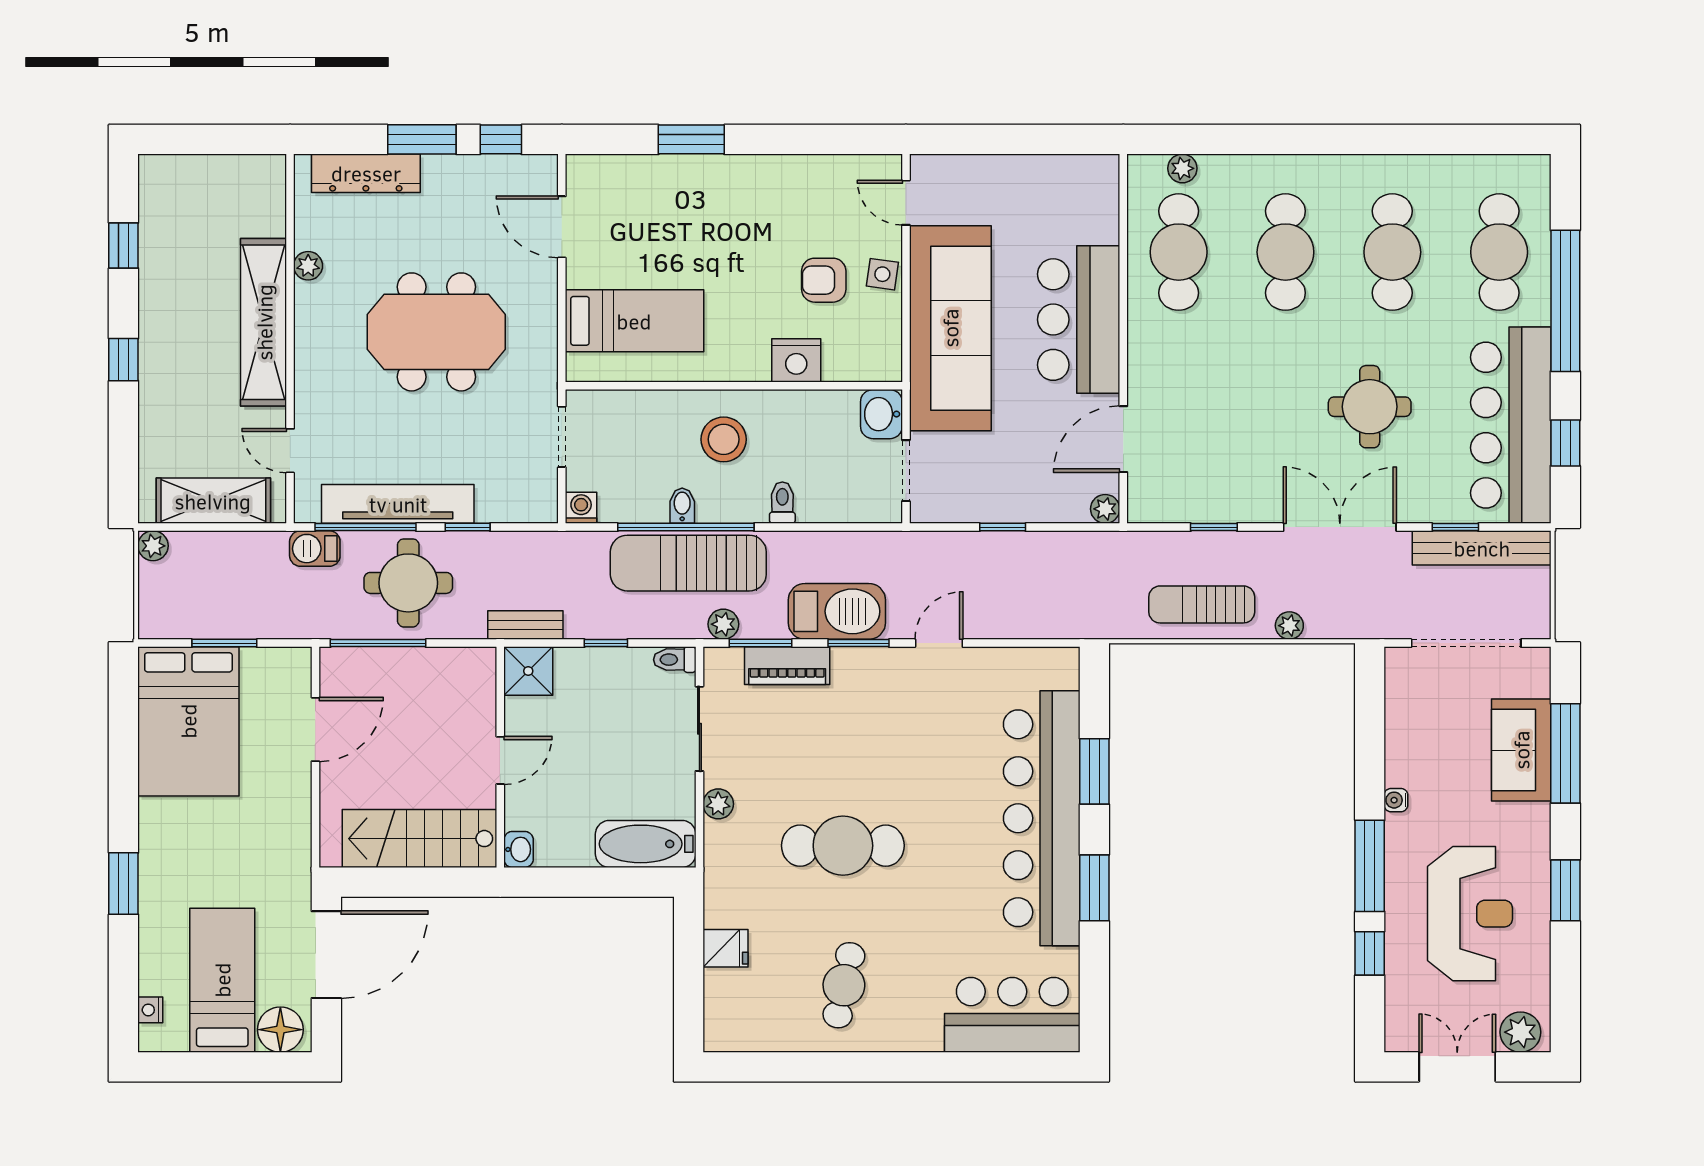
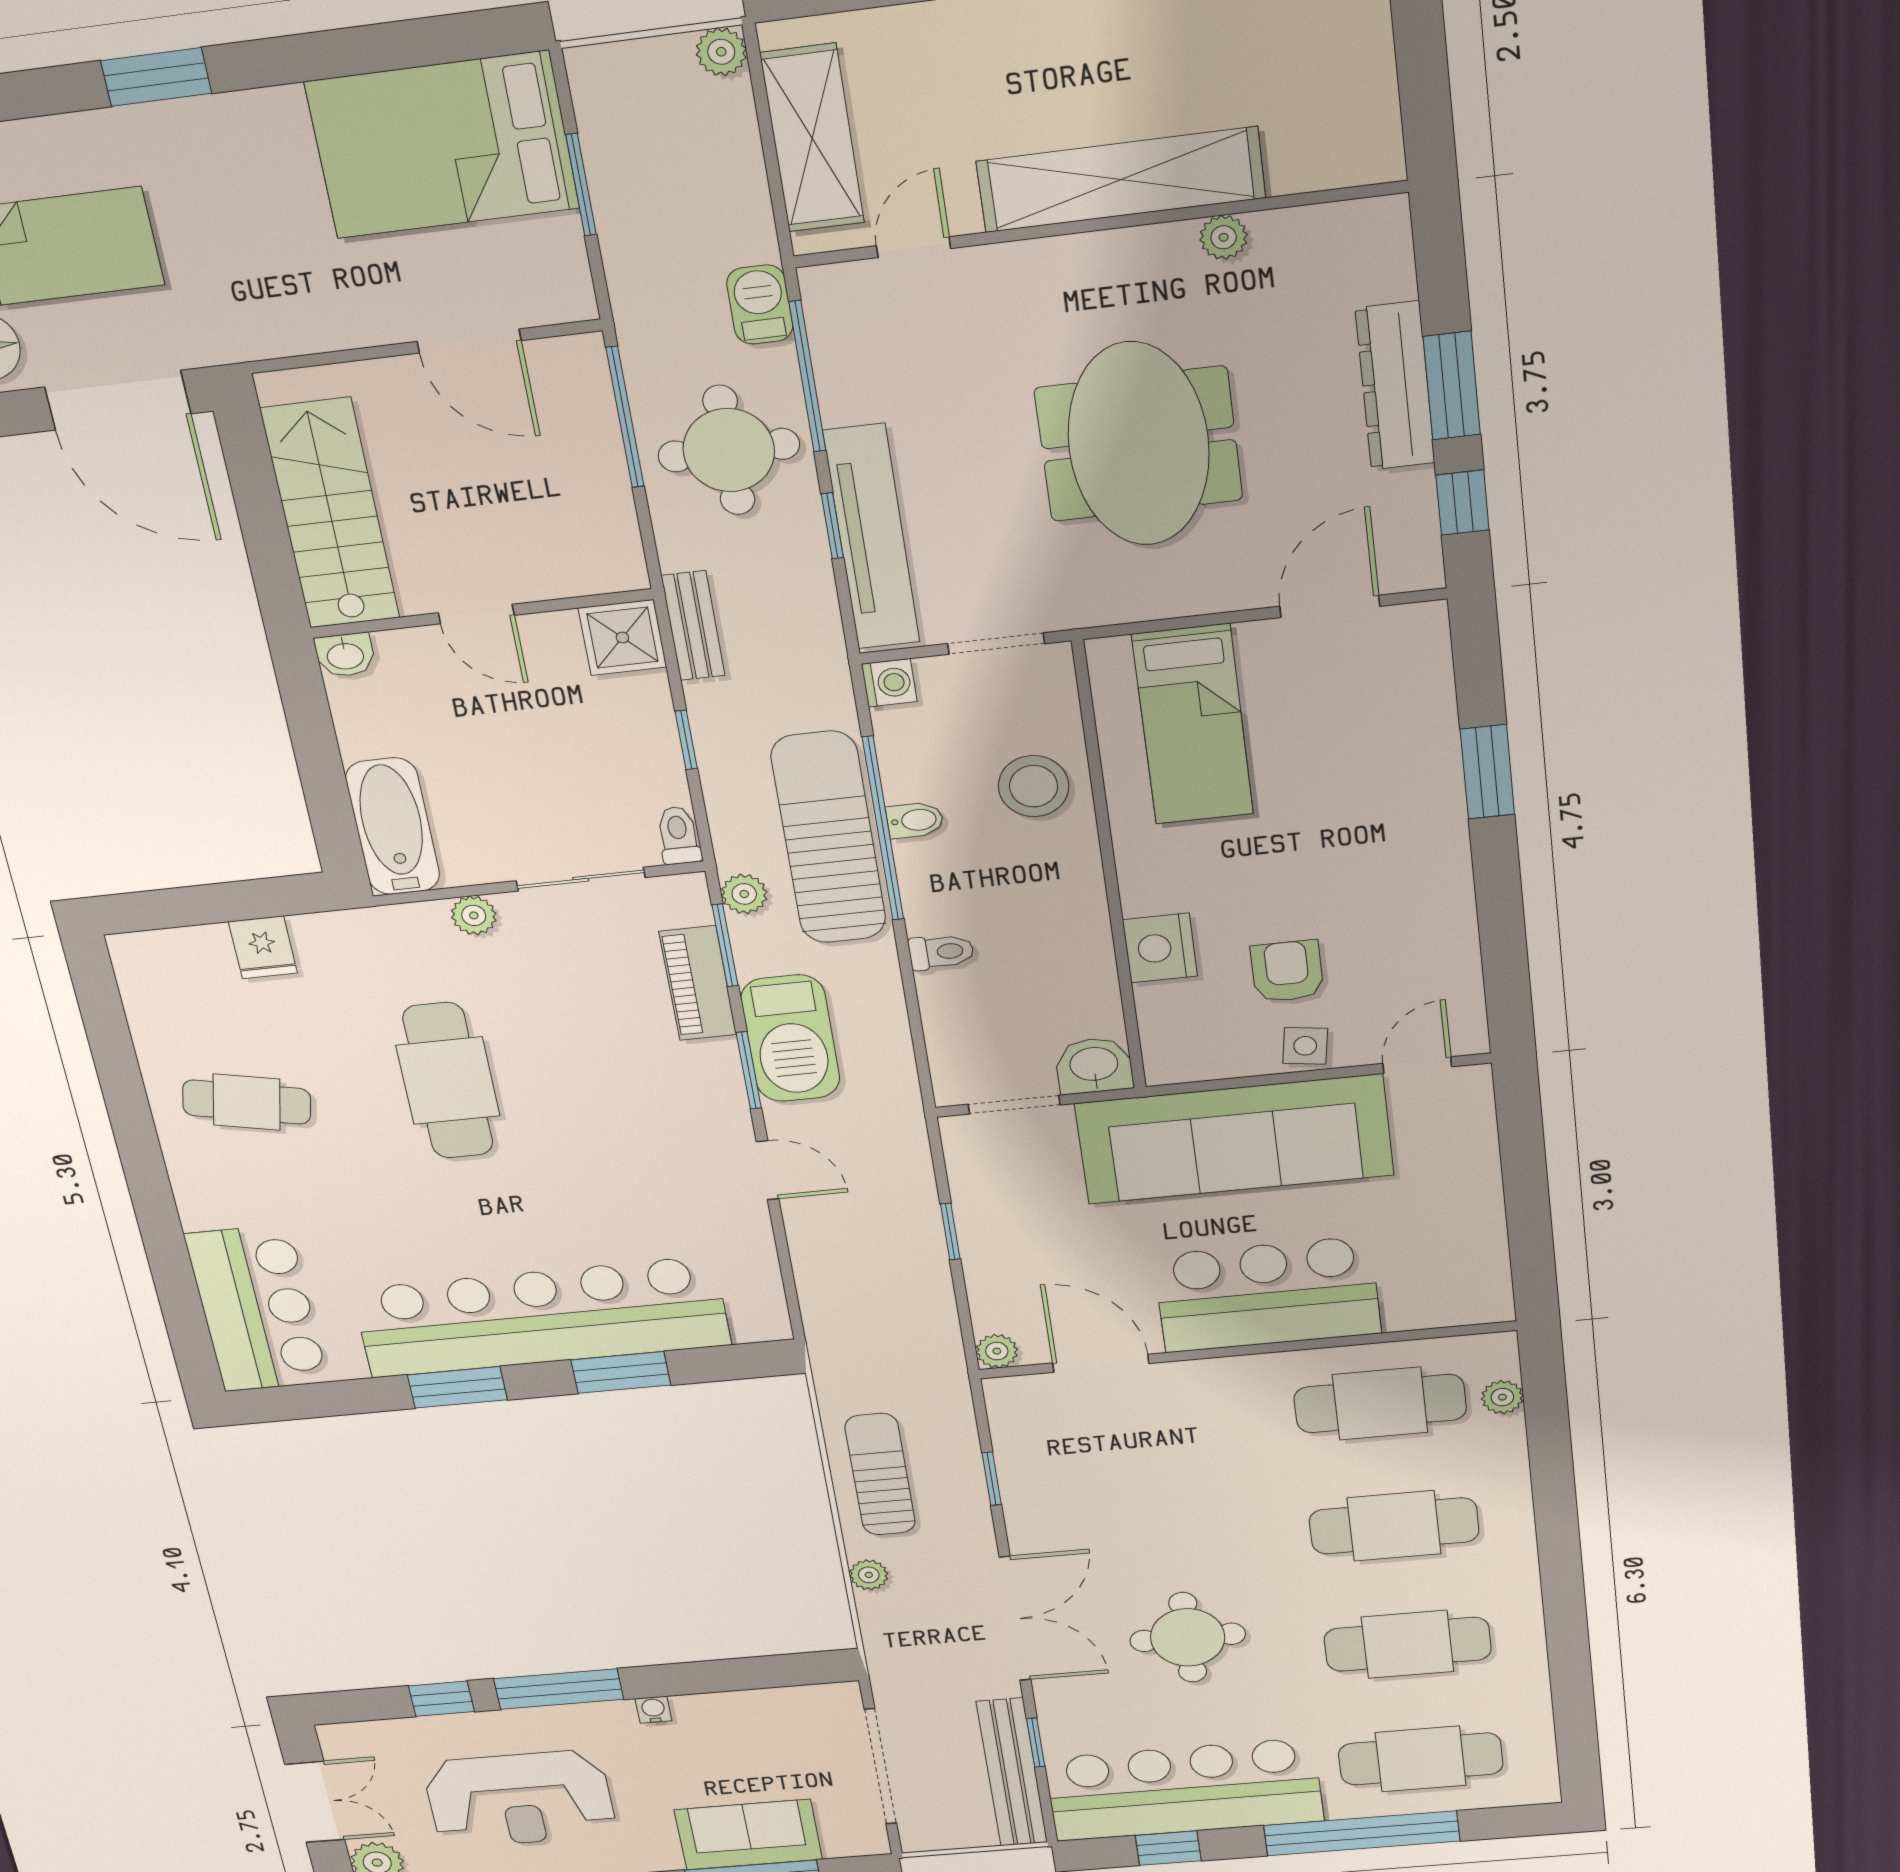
dresser: (366, 173) -> (1395, 386), moved
stool: (724, 439) -> (1034, 786), moved
tv unit: (398, 504) -> (872, 537), moved

